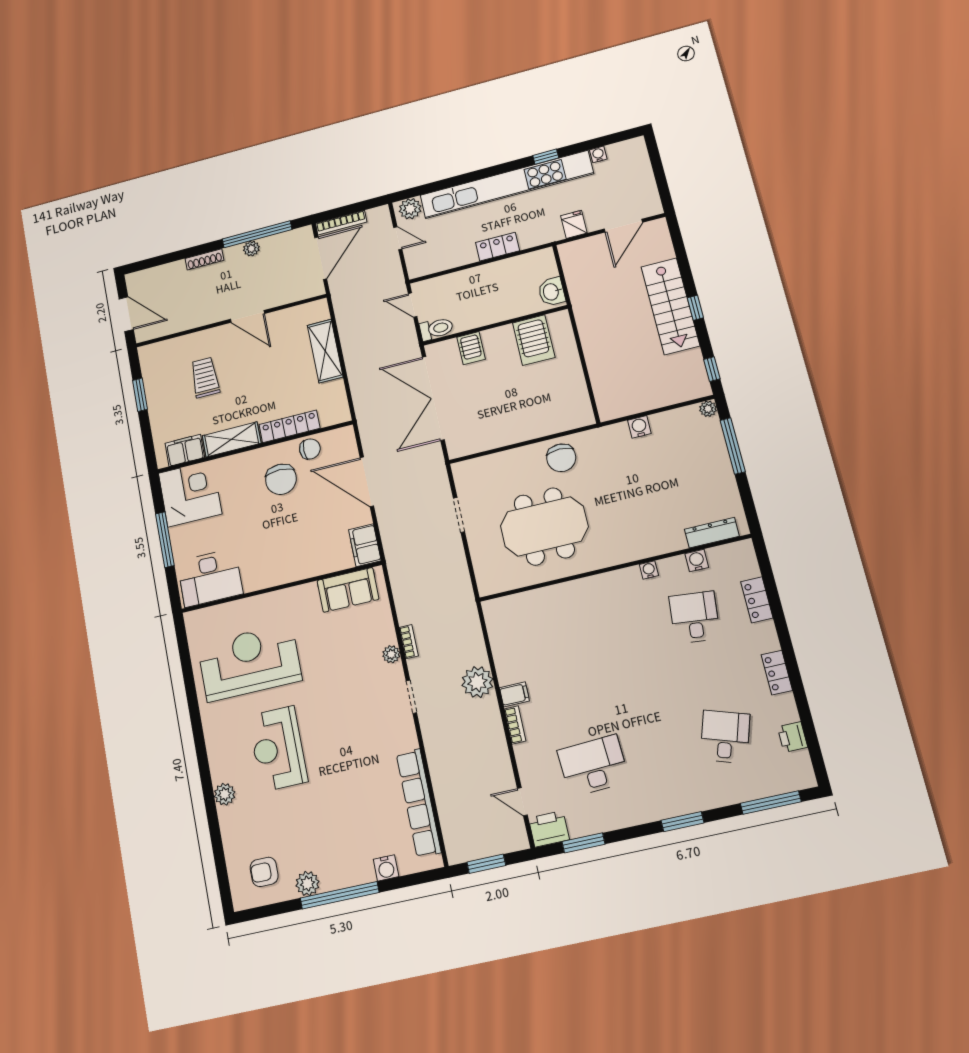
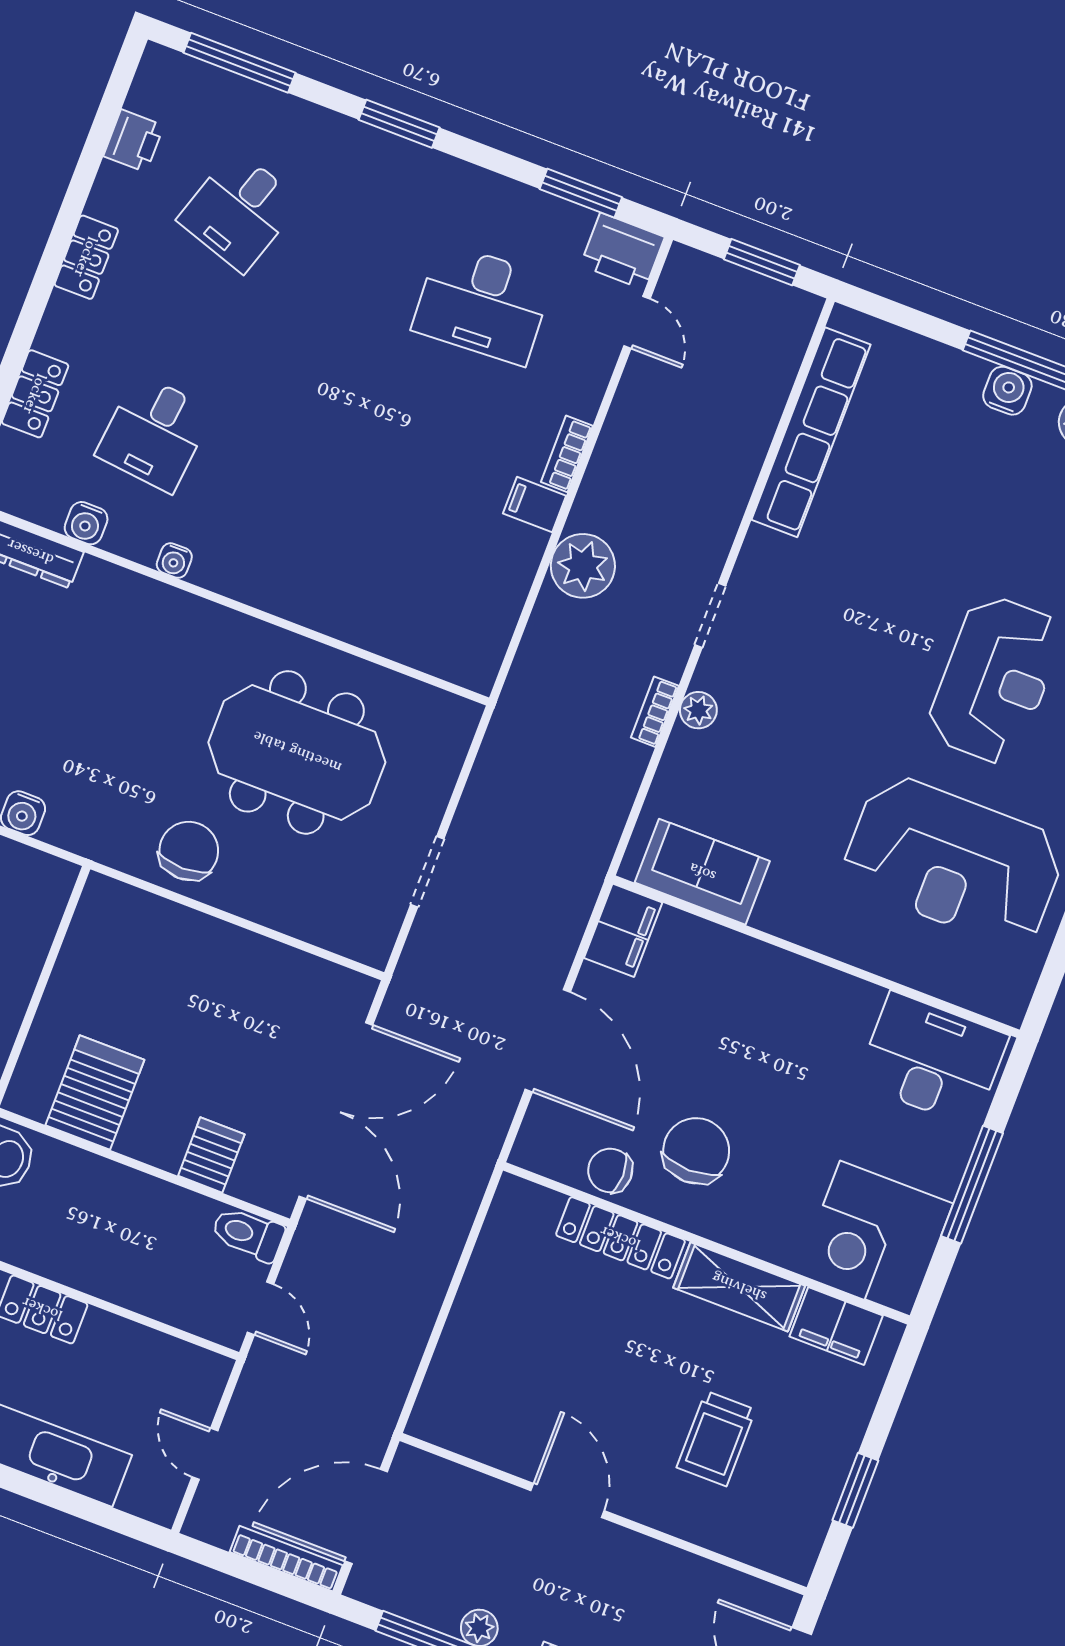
plant: (410, 209) -> (147, 1494), removed
shelving: (325, 351) -> (469, 1333), removed
water cooler: (386, 868) -> (1007, 391), moved

